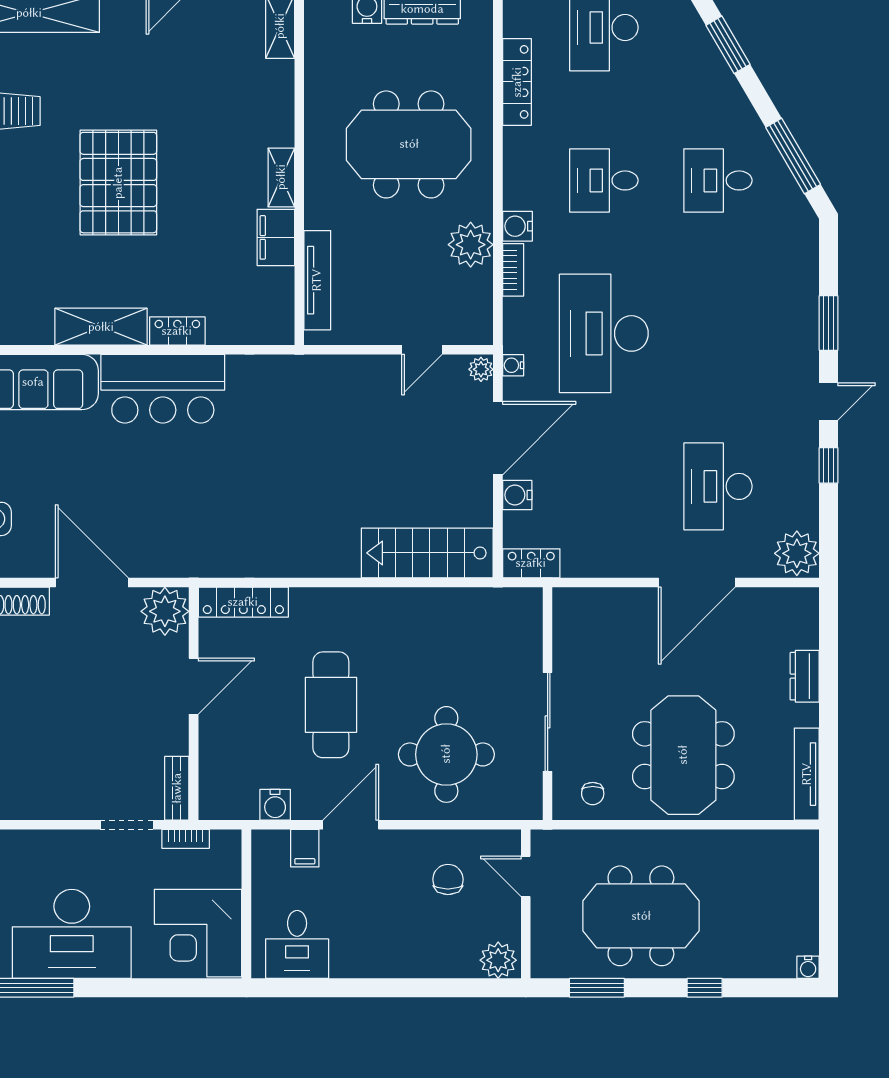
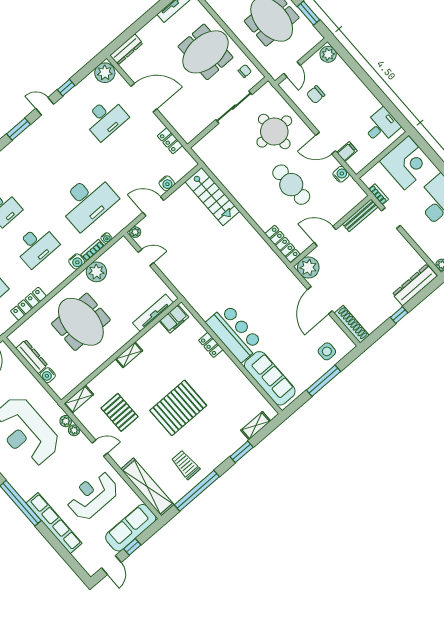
pallet: (198, 76) -> (120, 412), added
desk: (604, 180) -> (36, 246), width x1.37
filing cabinet: (276, 237) -> (174, 319), moved
shelving: (101, 327) -> (232, 372), removed
water cooler: (513, 365) -> (106, 238), moved
door: (498, 438) -> (153, 206), width x0.73
locker: (531, 563) -> (170, 141), moved
dresser: (805, 676) -> (126, 49), moved, width x1.44
cafe table: (331, 705) -> (291, 185), turned 90
bench: (177, 788) -> (360, 215), width x1.36

